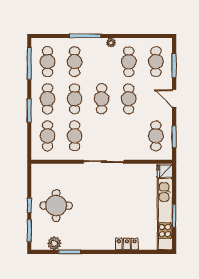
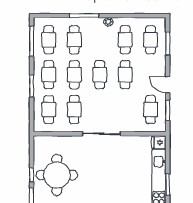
door: (174, 98) -> (168, 85), moved
round table: (56, 206) -> (57, 175), width x1.36, depth x1.36

